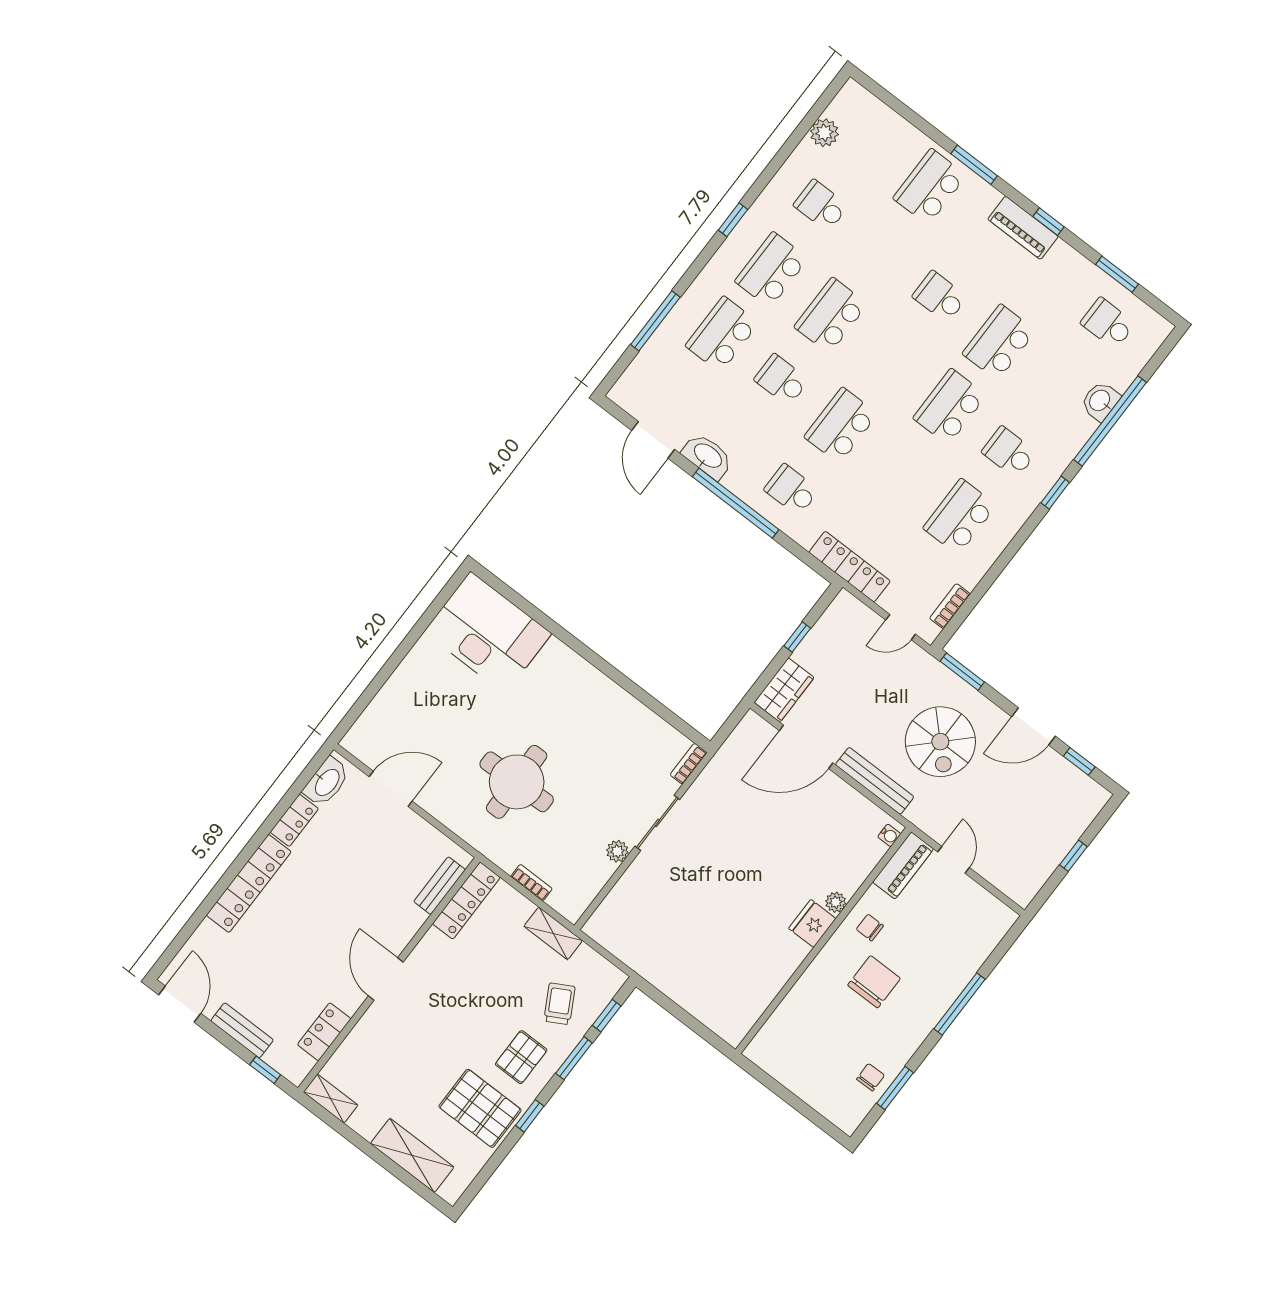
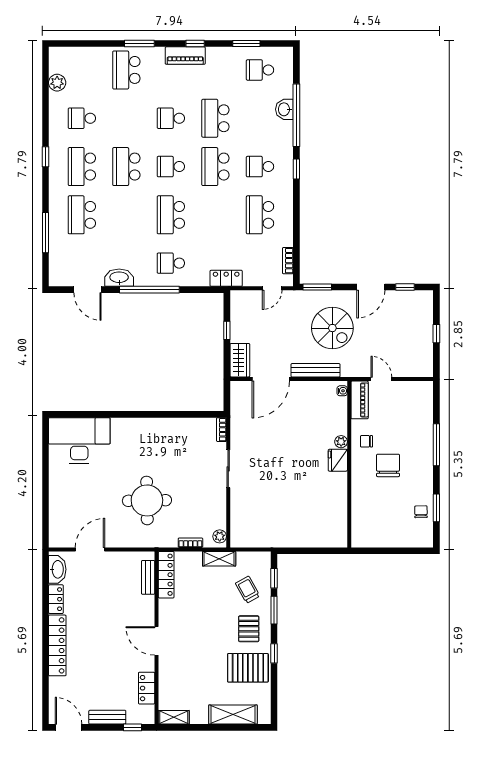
school desk: (781, 380) -> (171, 167), moved
locker: (850, 567) -> (226, 278), width x0.66
plant: (617, 851) -> (220, 536), moved

